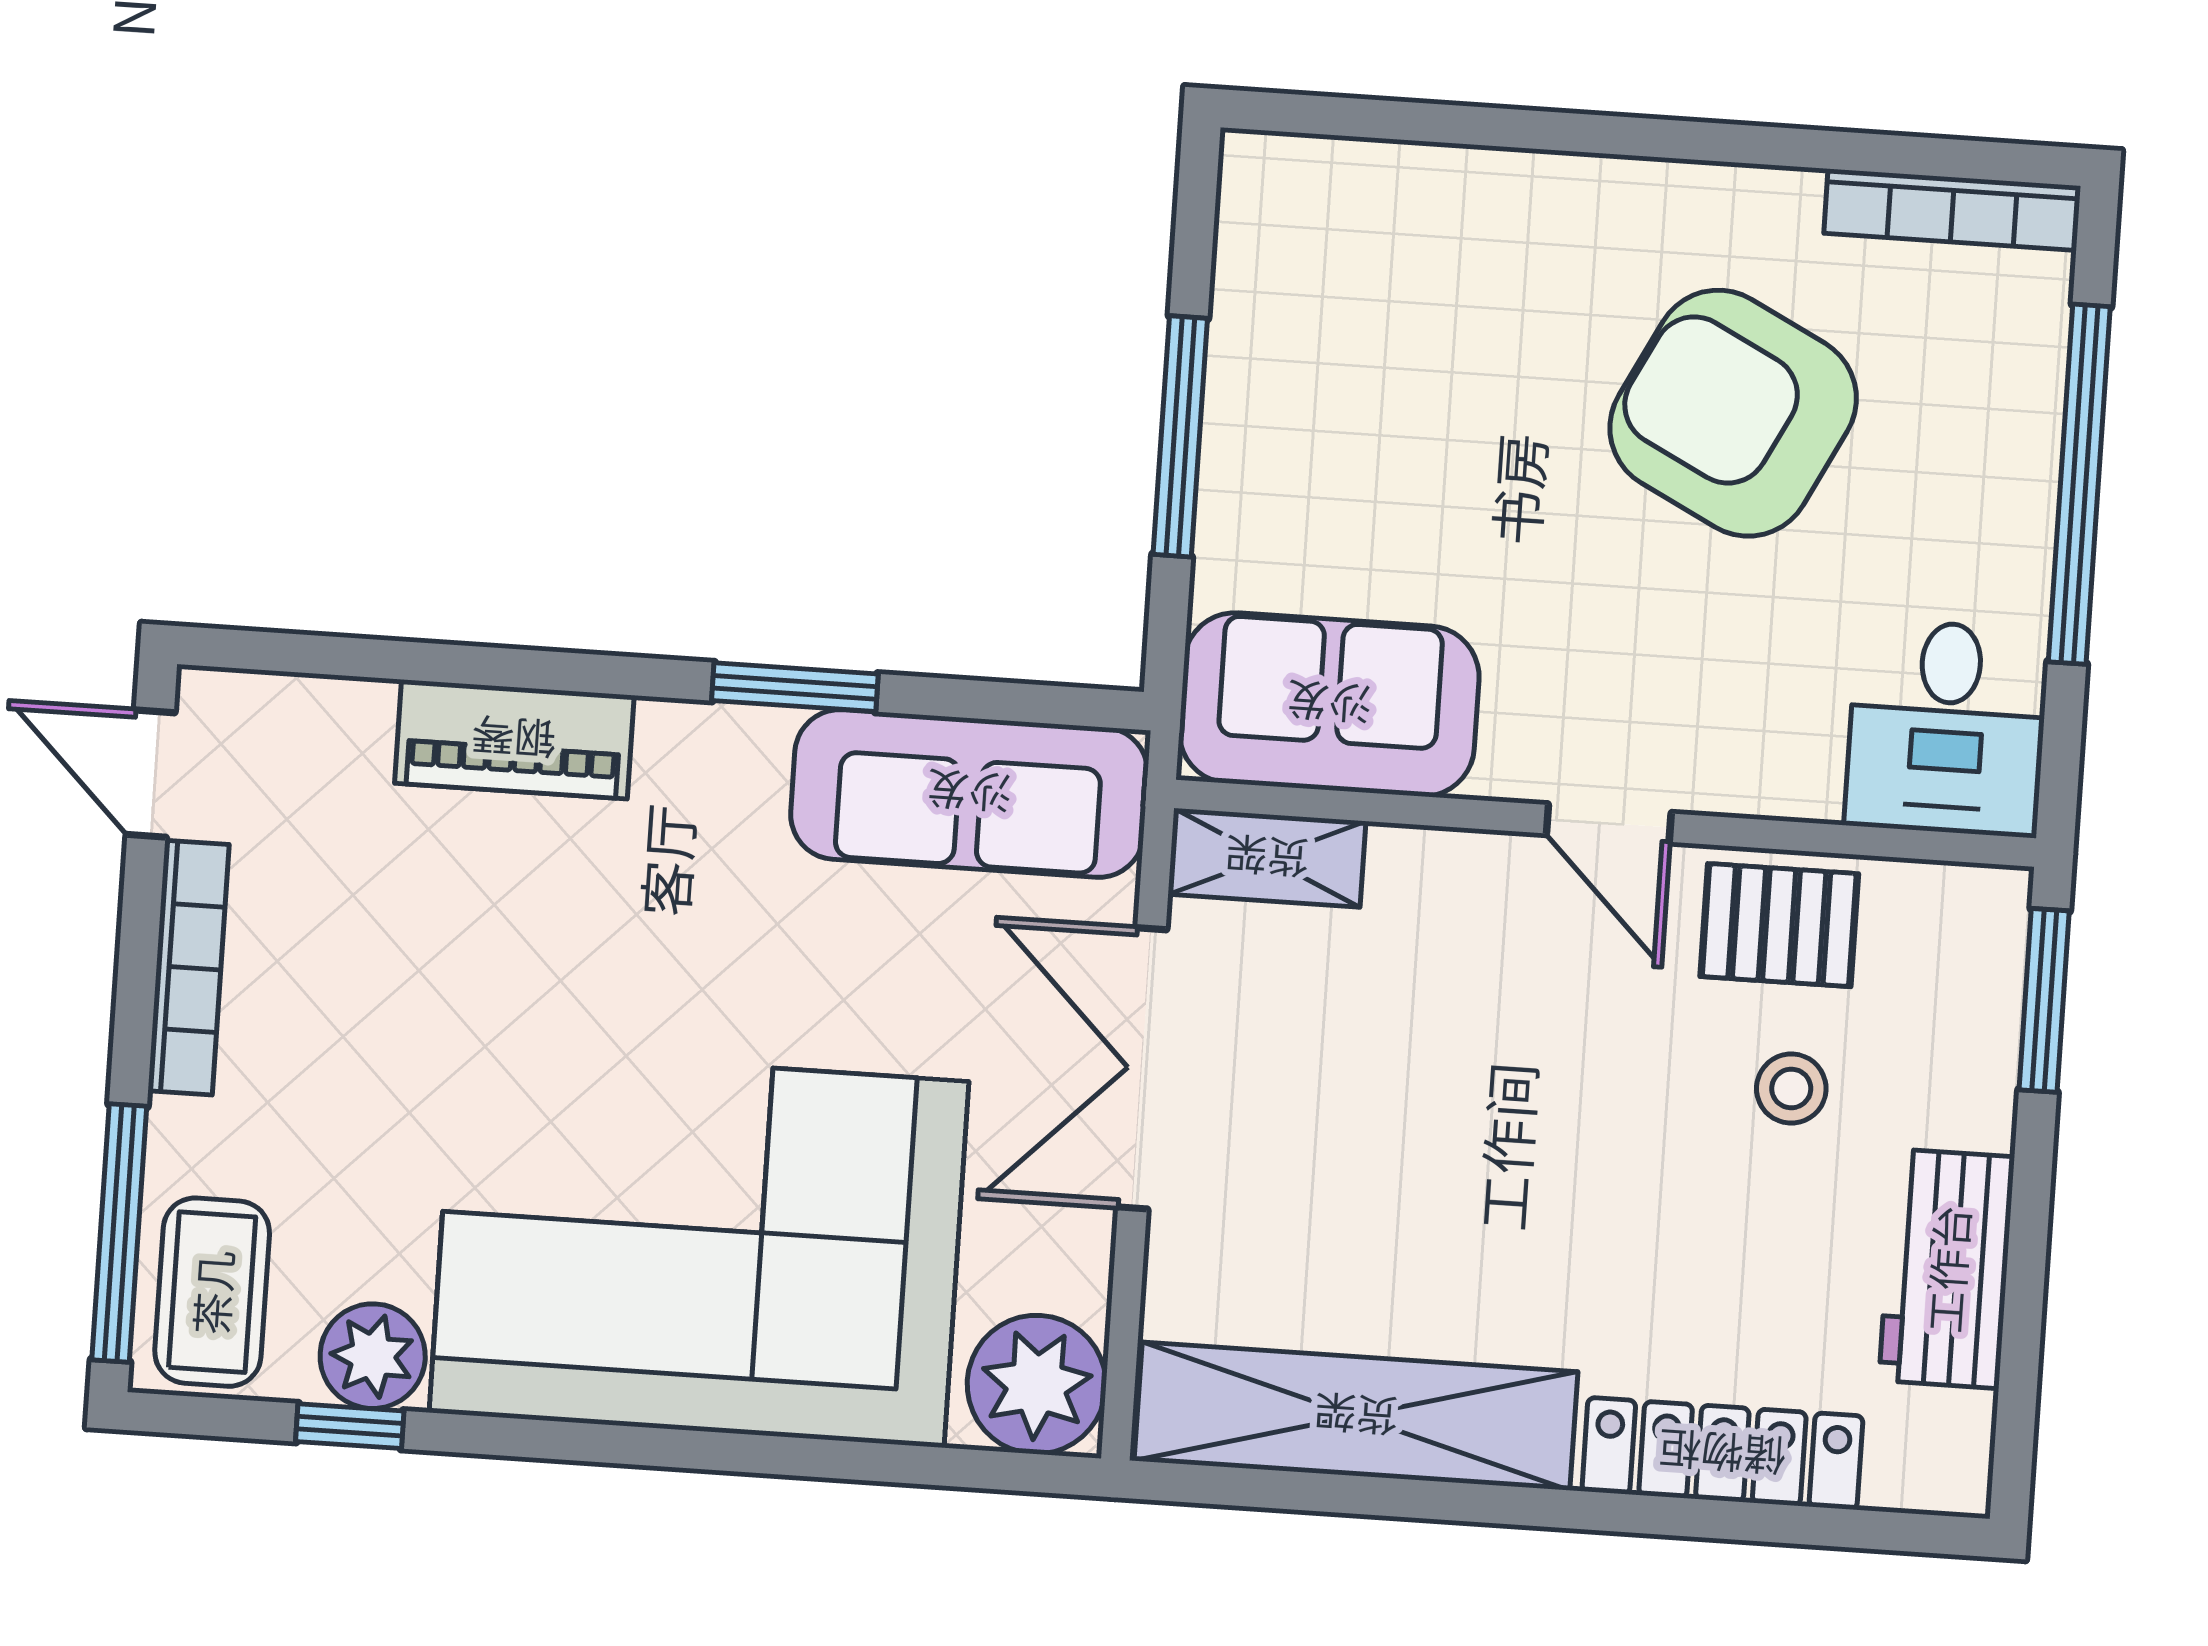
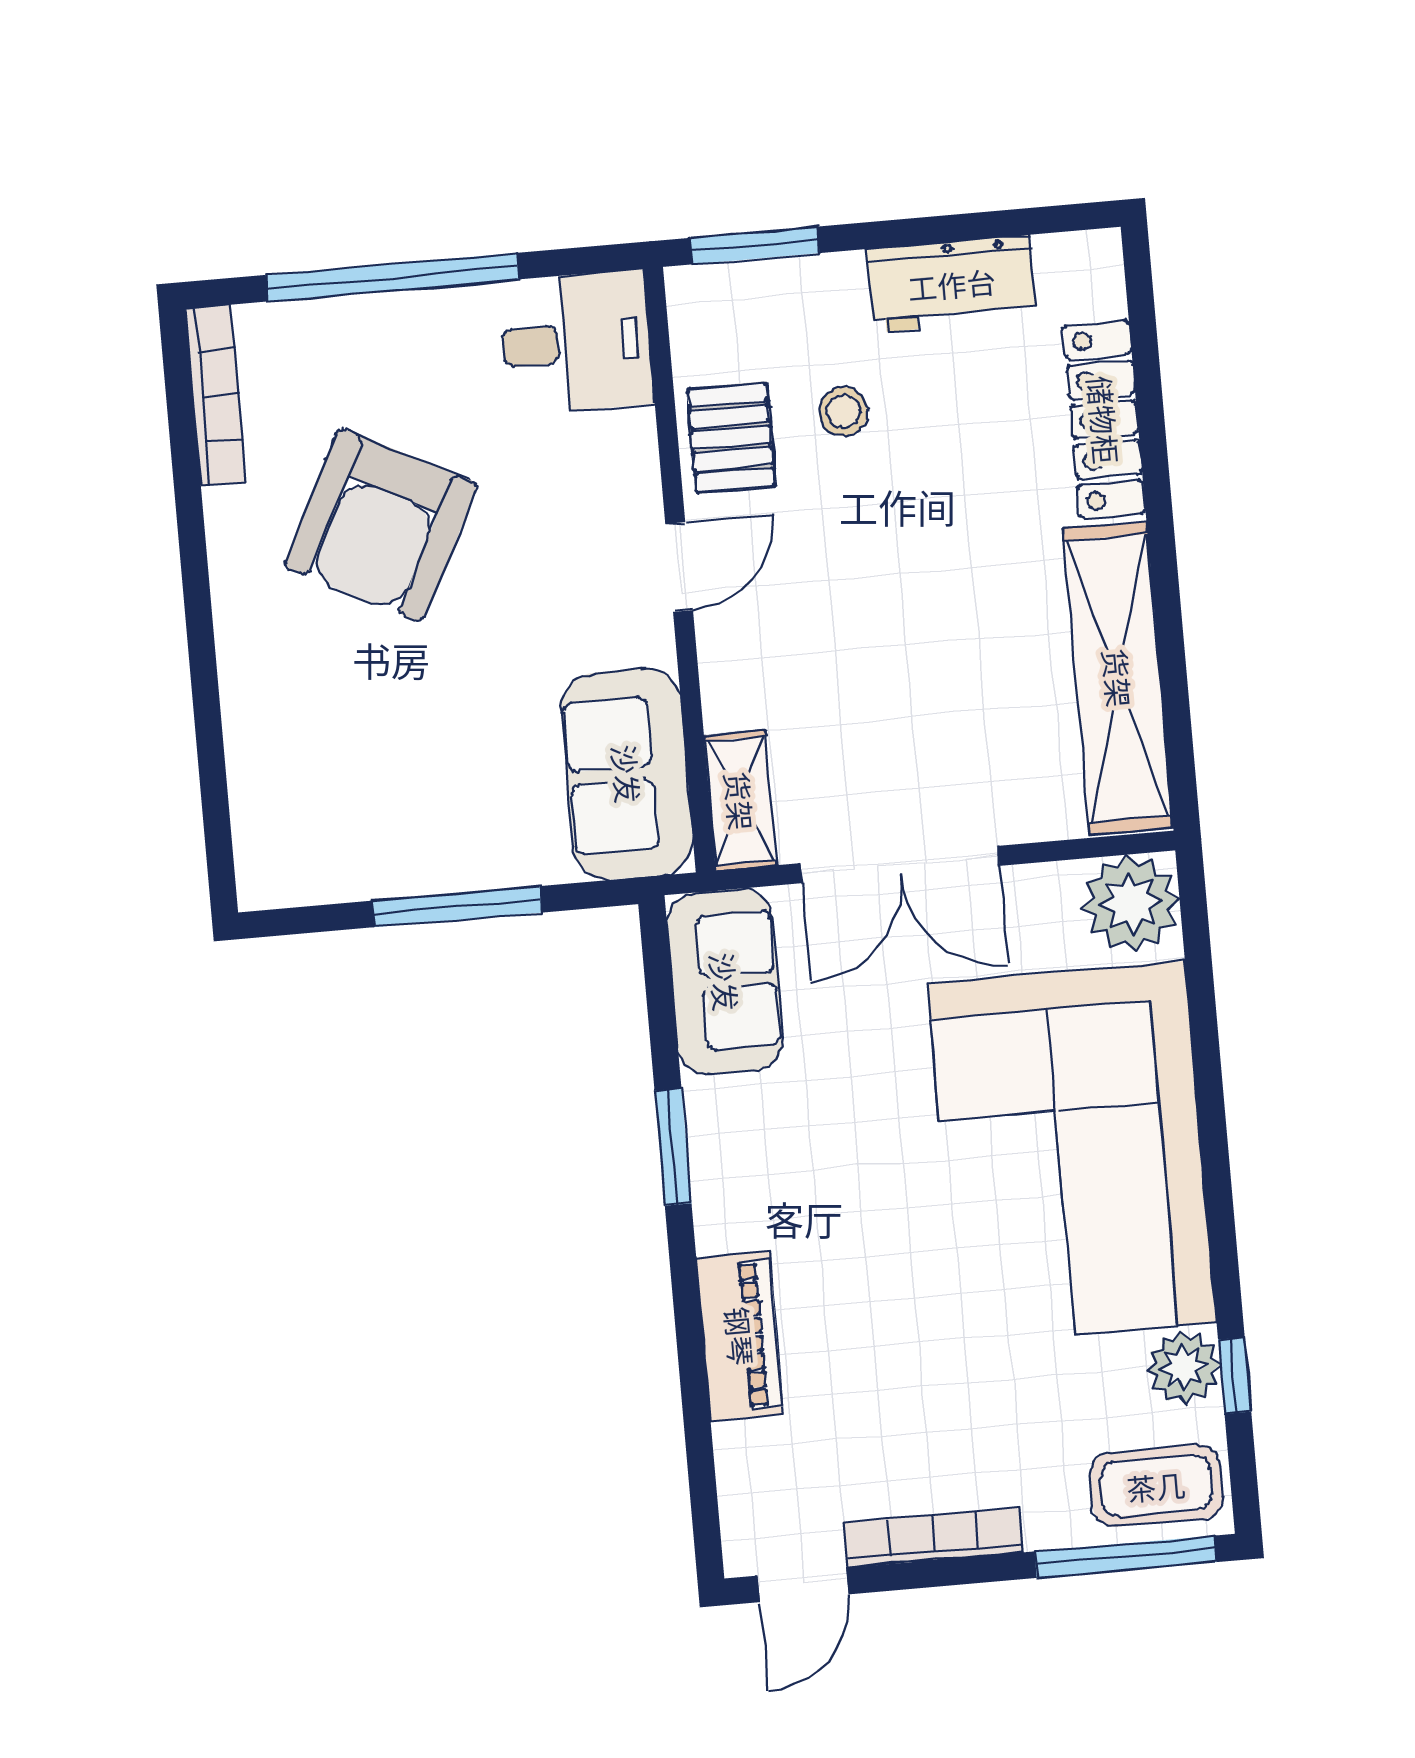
sofa: (969, 793) -> (725, 982), width x0.73

